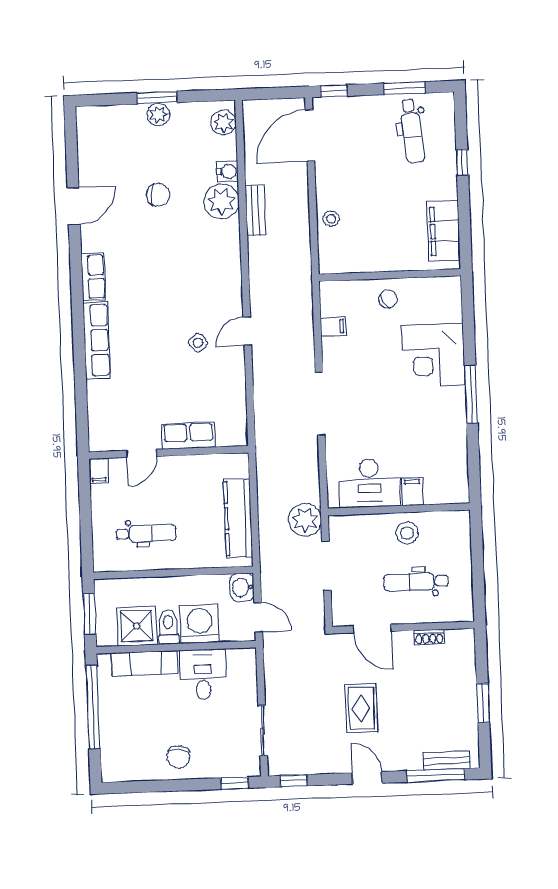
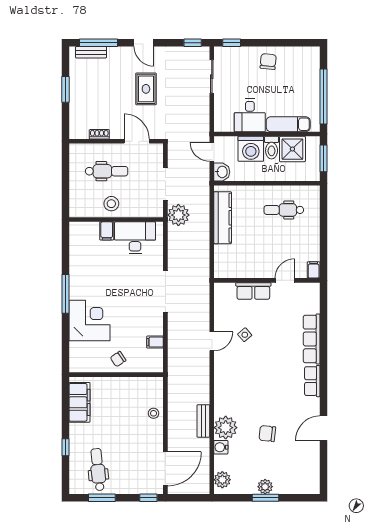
row of seats: (188, 436) -> (253, 291), moved
wall: (169, 452) -> (267, 280), moved
door: (141, 453) -> (285, 280), moved
filing cabinet: (99, 471) -> (314, 270), moved

